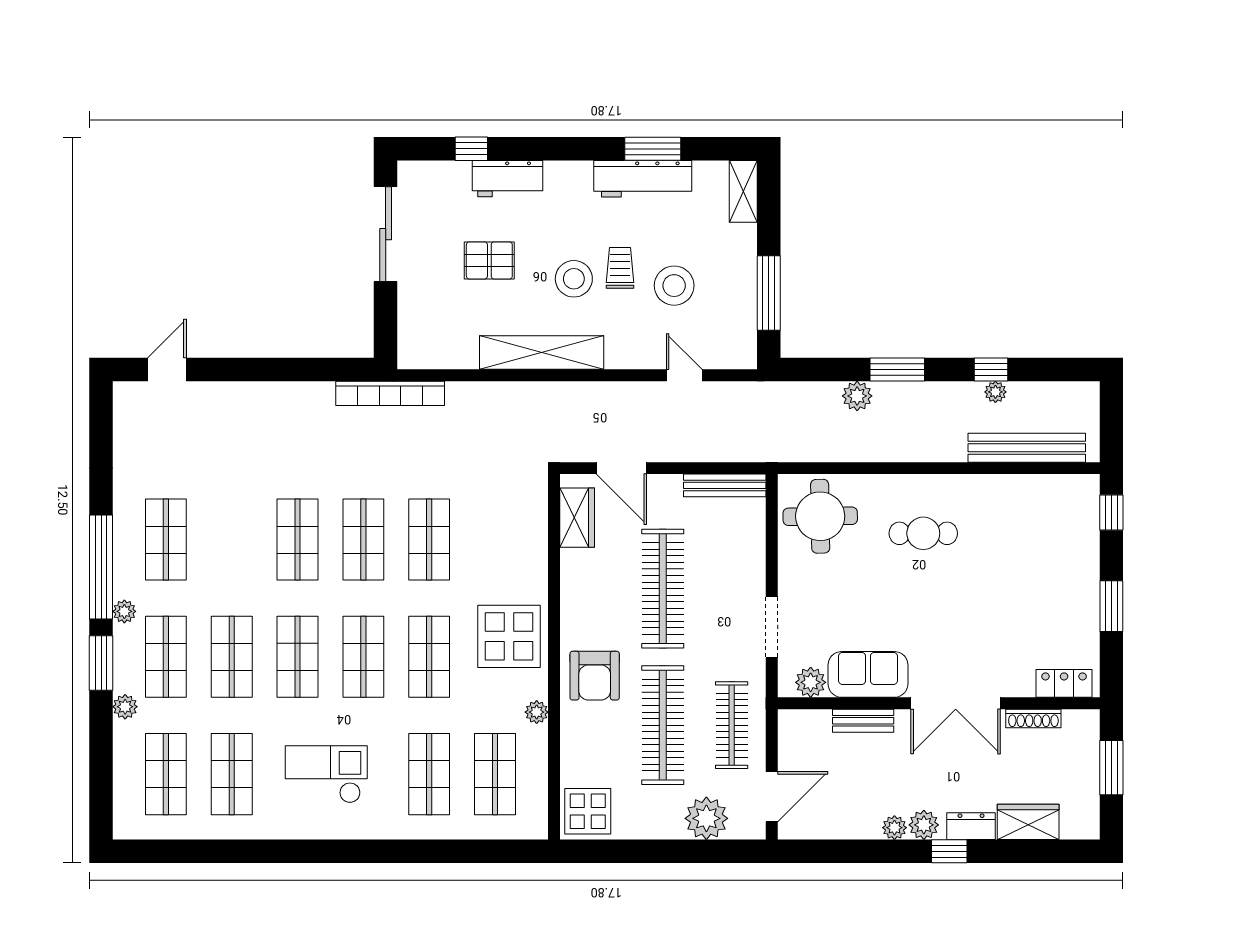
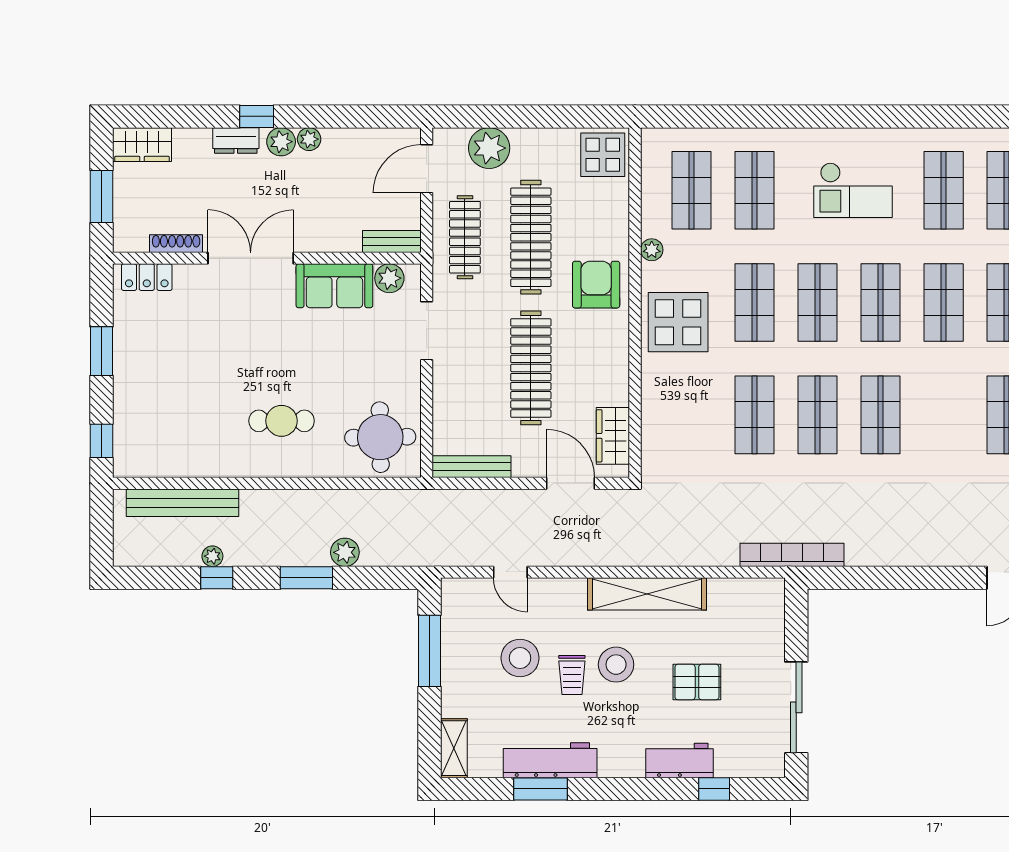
bench: (863, 721) -> (392, 241), moved
wardrobe: (1028, 822) -> (142, 145), moved

